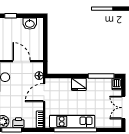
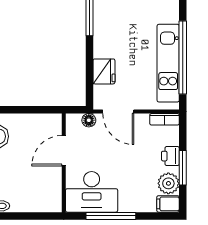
fridge: (79, 84) -> (104, 71), moved

